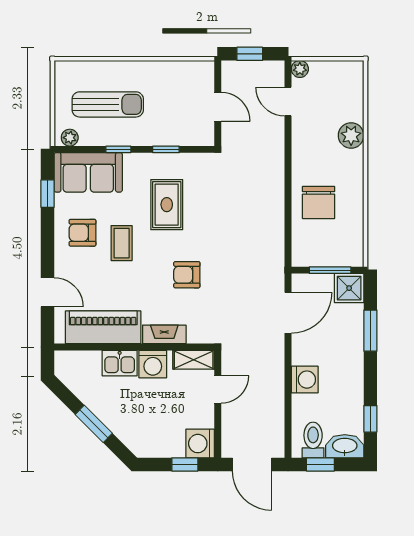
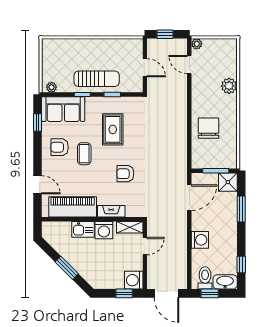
sun lounger: (108, 104) -> (97, 79), moved
chair: (319, 203) -> (209, 128), turned 180

